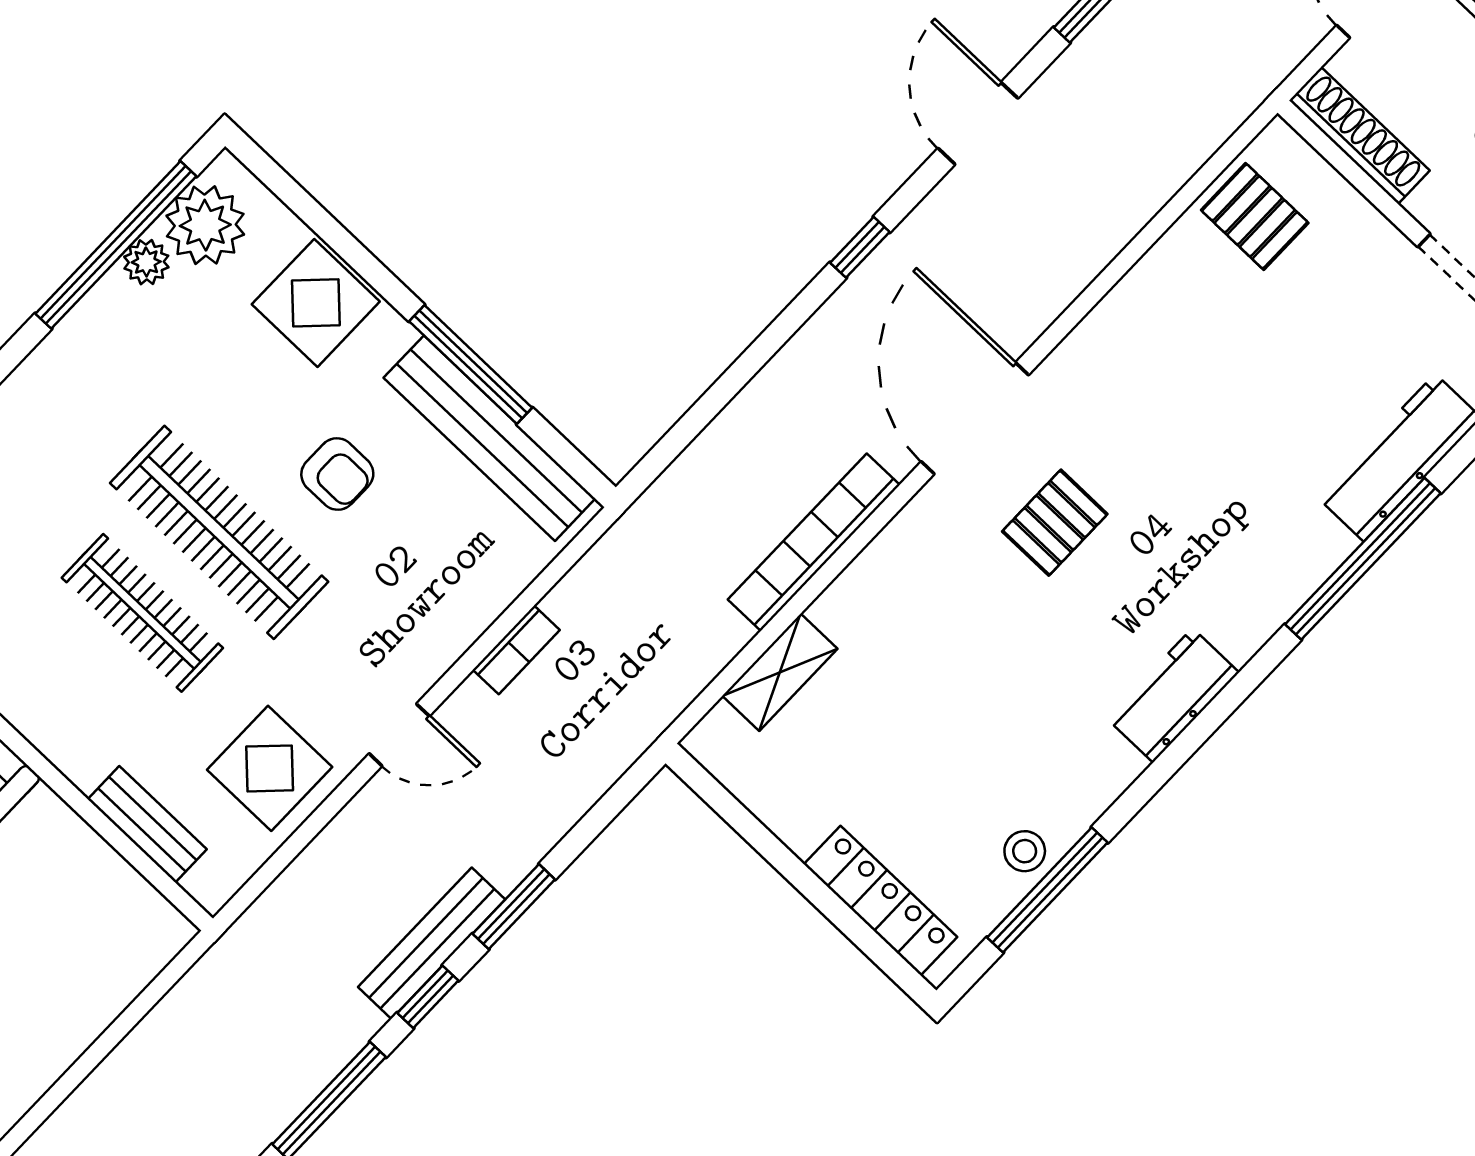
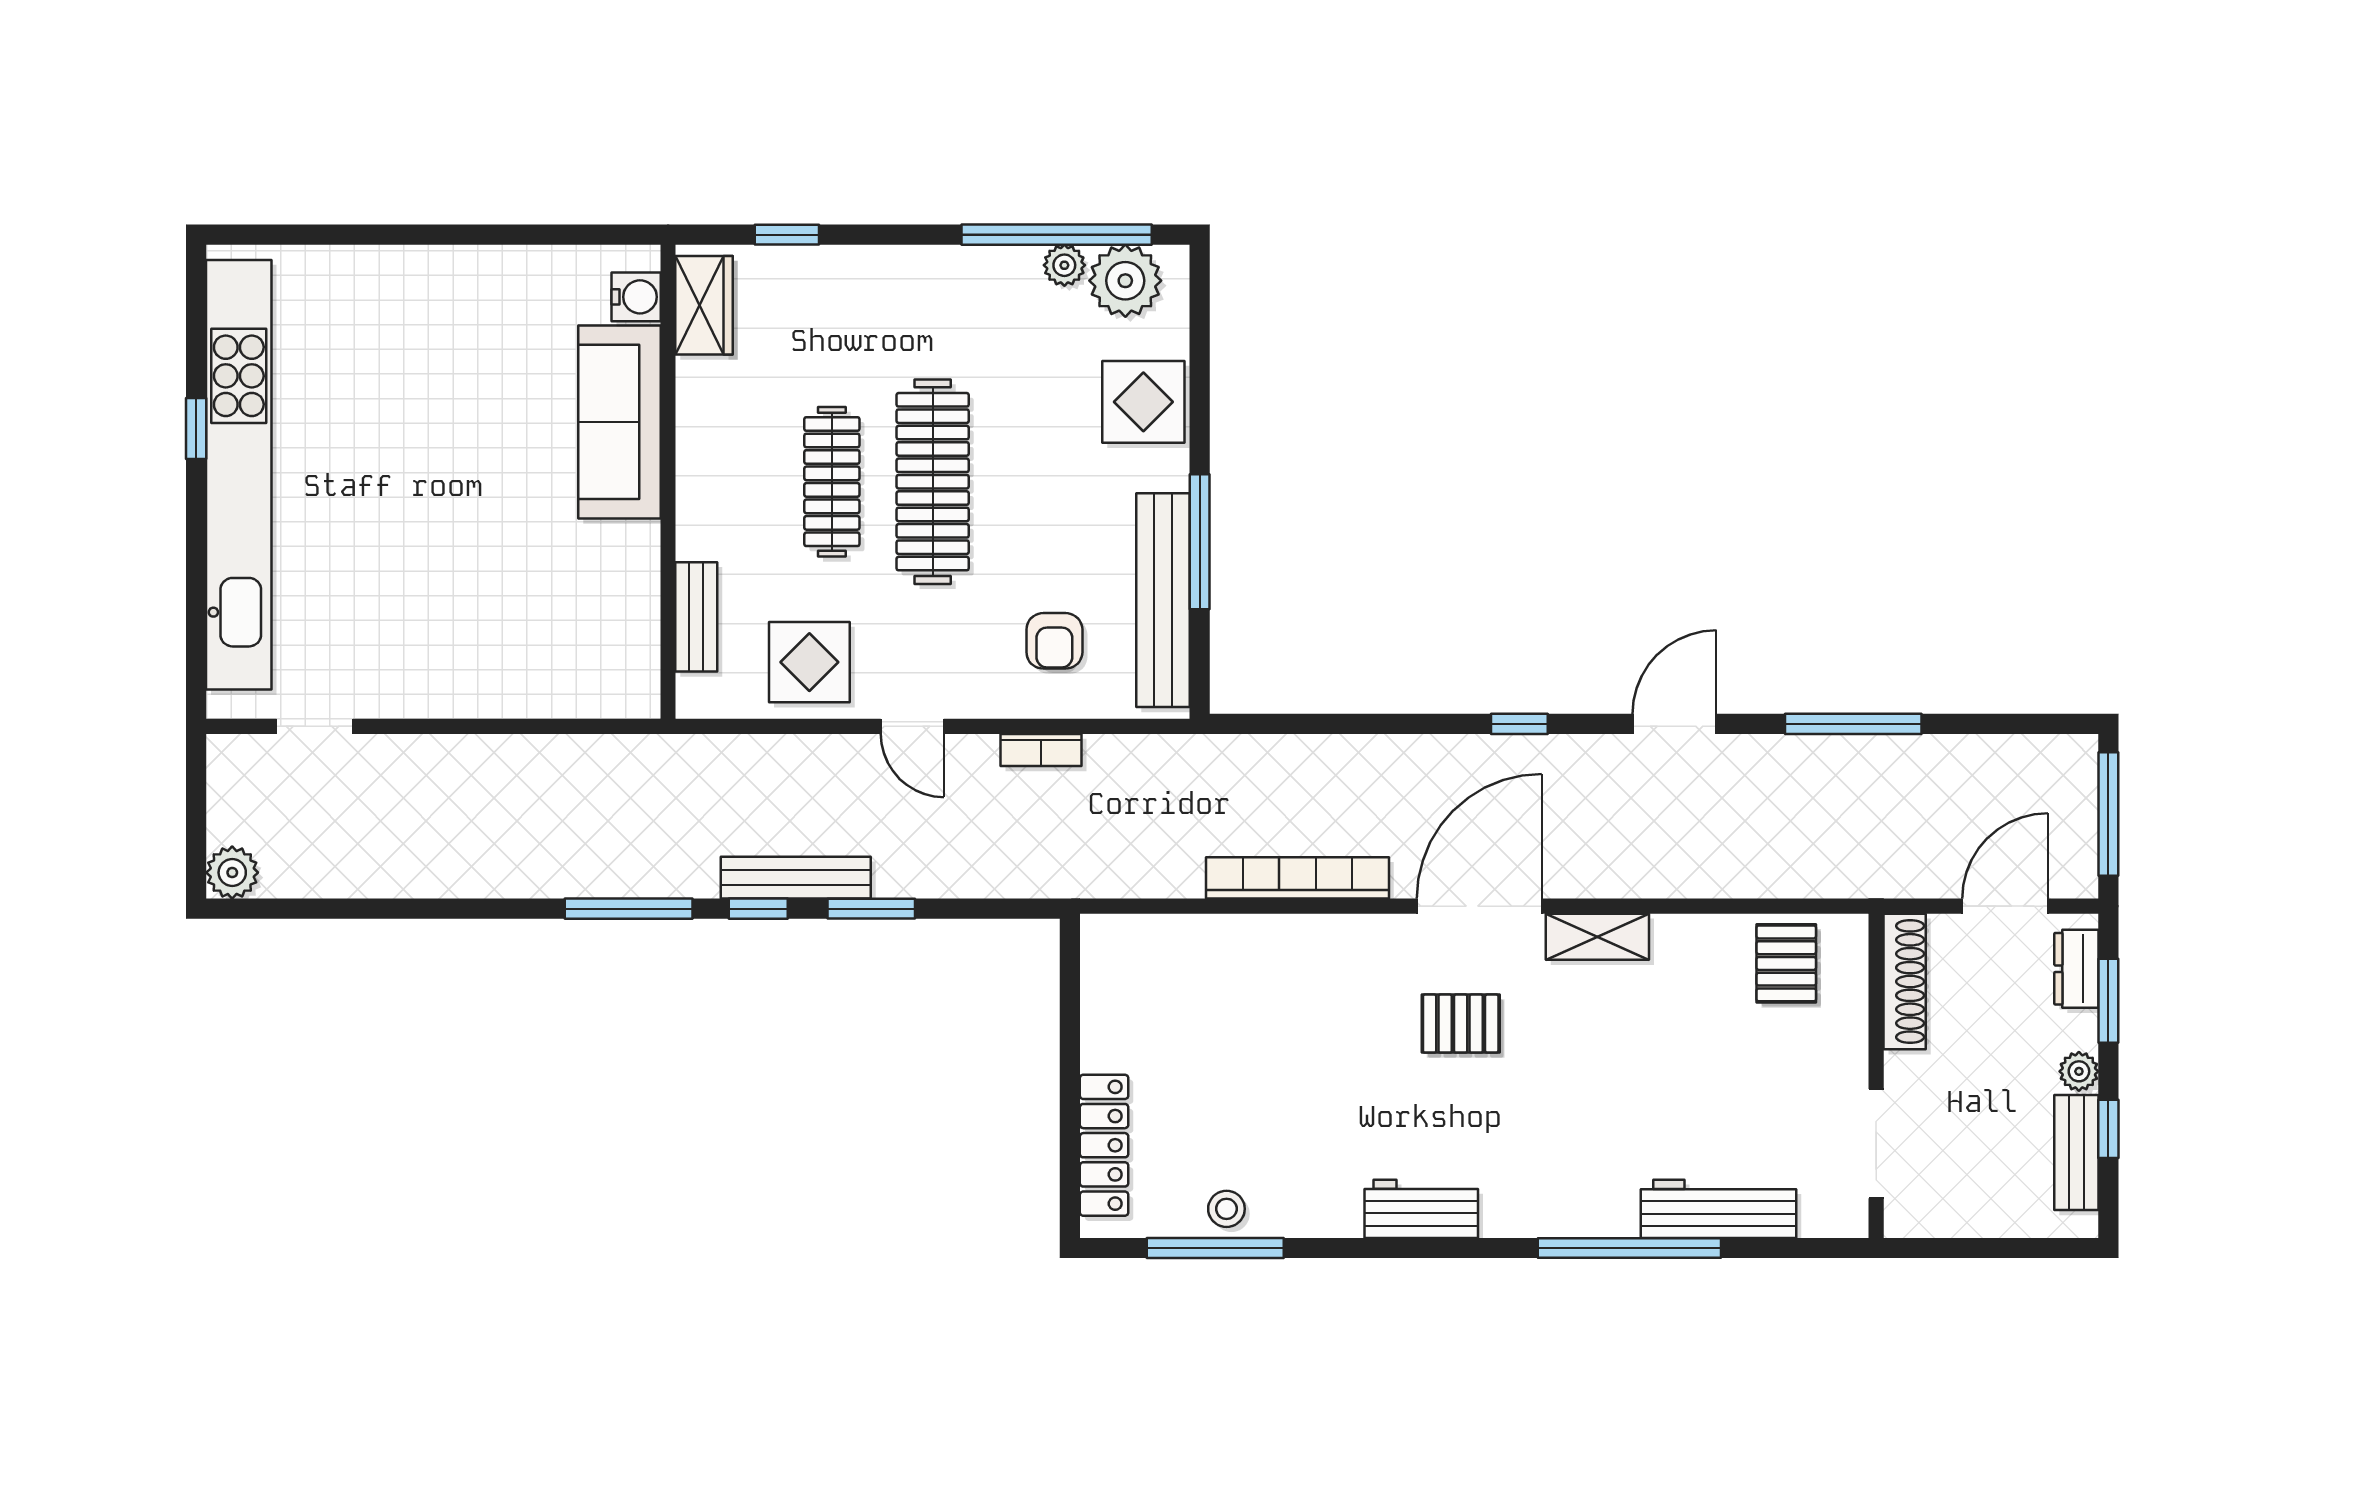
armchair: (337, 474) -> (1054, 641), moved
shelving: (780, 672) -> (1597, 937), moved

